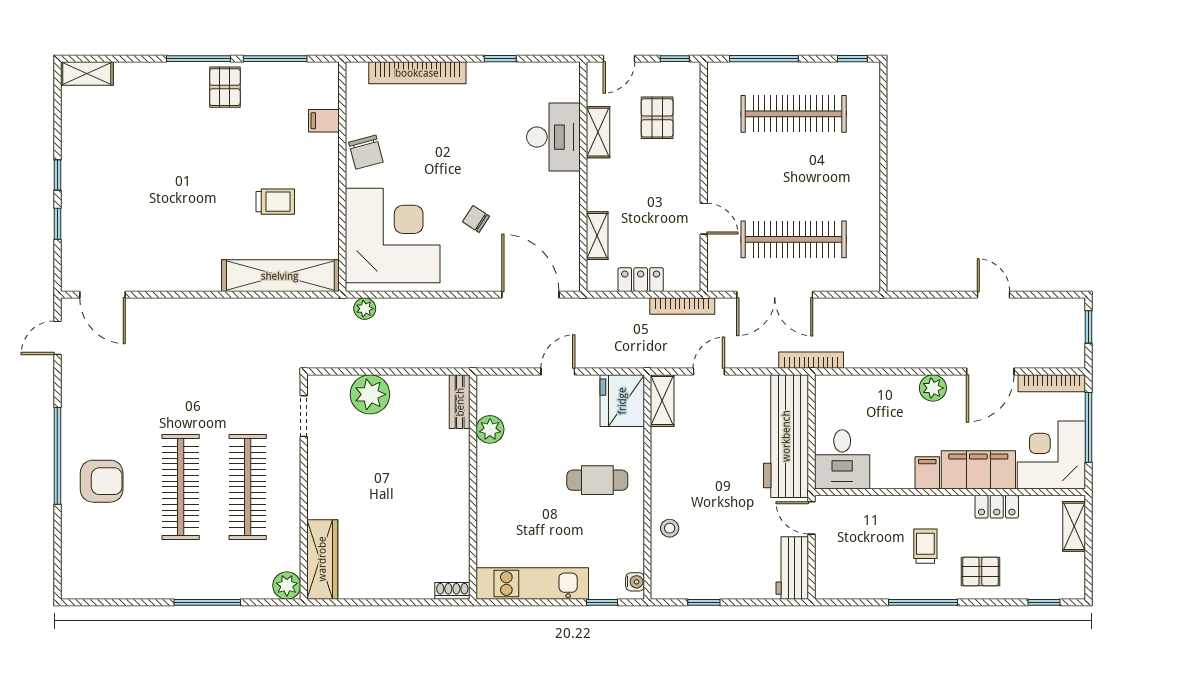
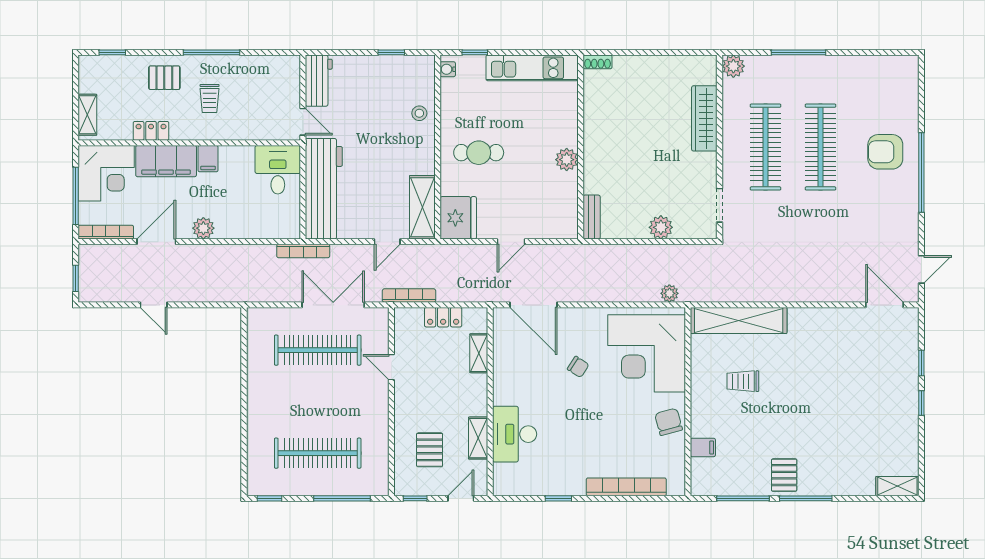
plant: (370, 394) -> (661, 227), width x0.73, depth x0.73
shelving: (662, 401) -> (422, 207), width x1.50, depth x1.33
plant: (490, 429) -> (567, 160), moved
wardrobe: (322, 559) -> (704, 118), moved

